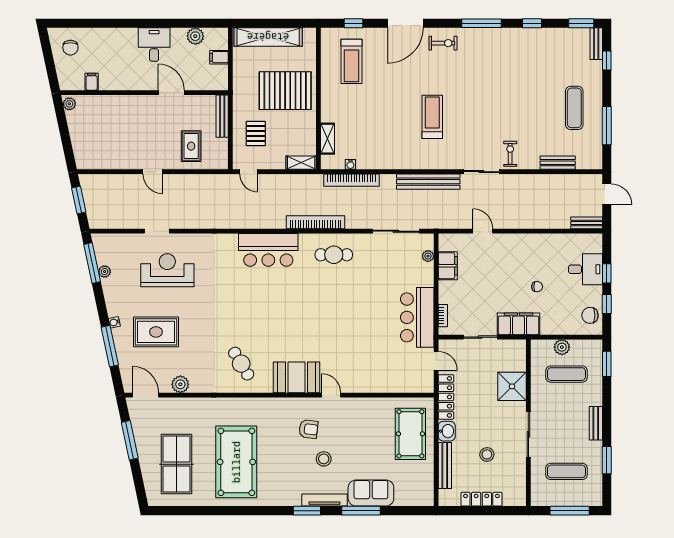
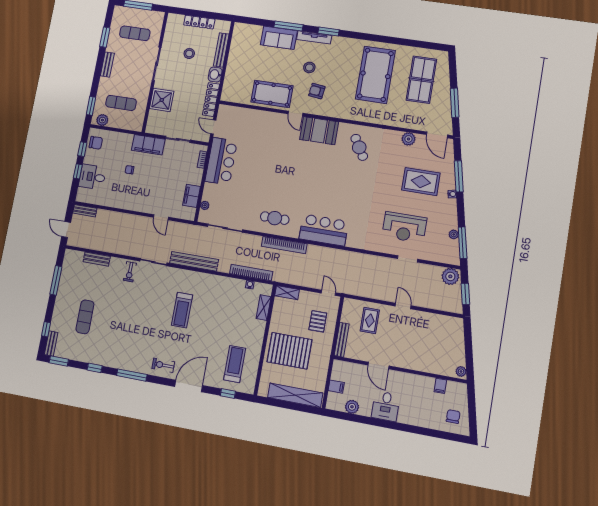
exercise mat: (574, 108) -> (85, 317), moved
plant: (100, 218) -> (450, 276), added
plant: (562, 347) -> (102, 120), moved
pool table: (410, 434) -> (272, 94), moved, turned 90

